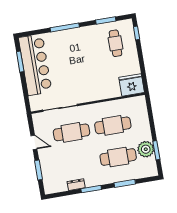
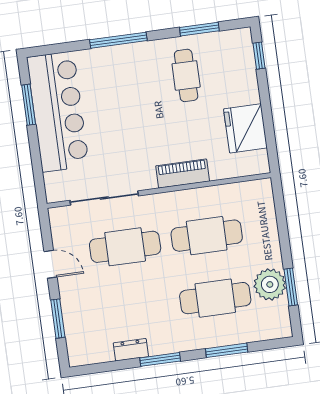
cafe table: (115, 43) -> (186, 75), moved
fridge: (132, 85) -> (245, 128), moved, turned -90
piano: (100, 94) -> (183, 174), added

